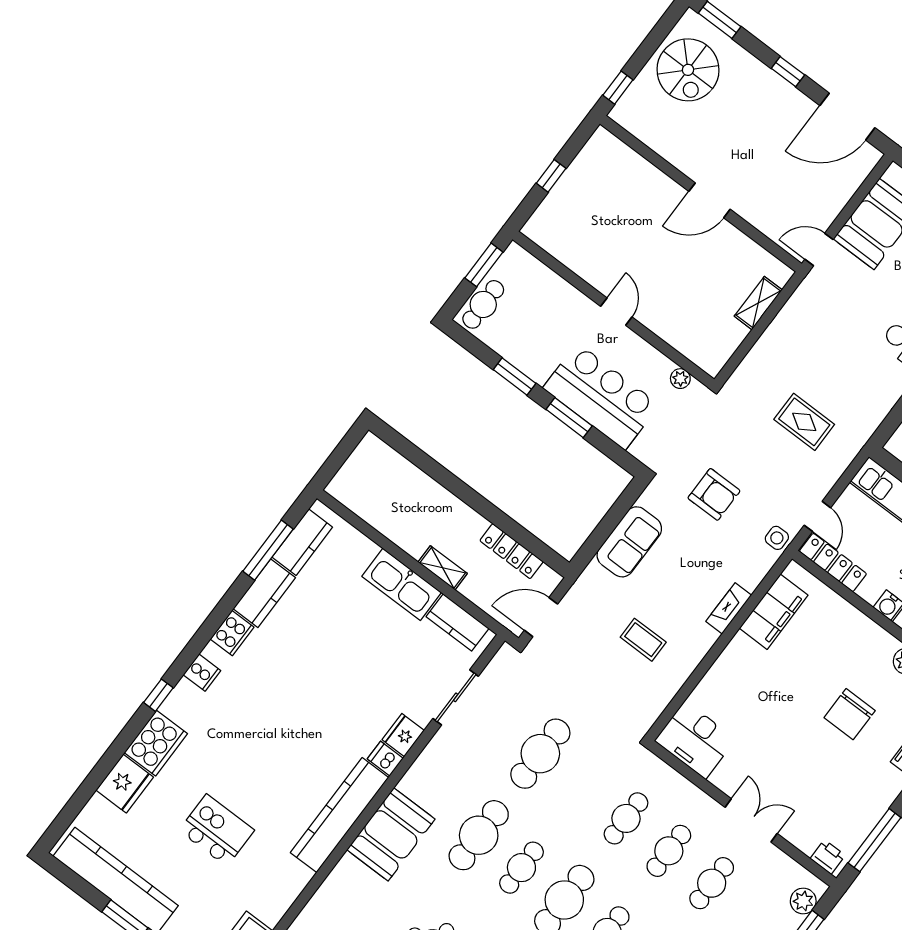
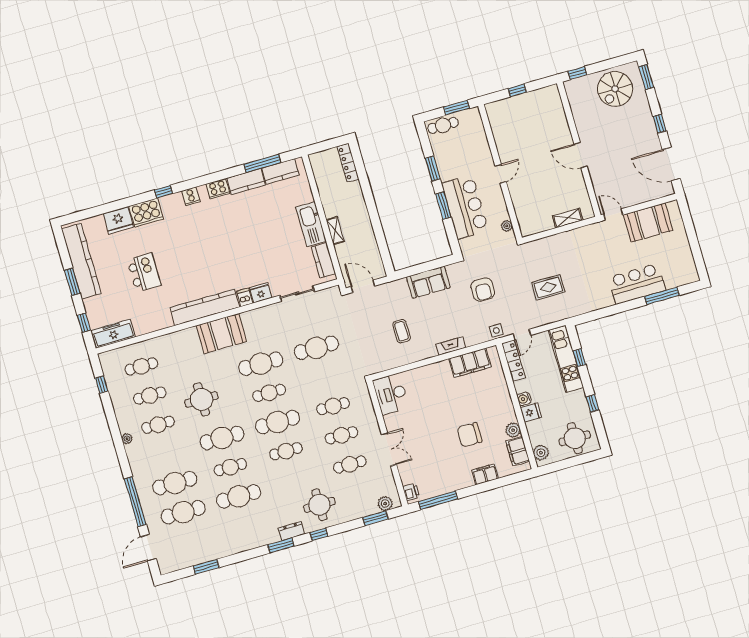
rug: (804, 422) -> (548, 287), turned 90
locker: (511, 551) -> (348, 163), moved

